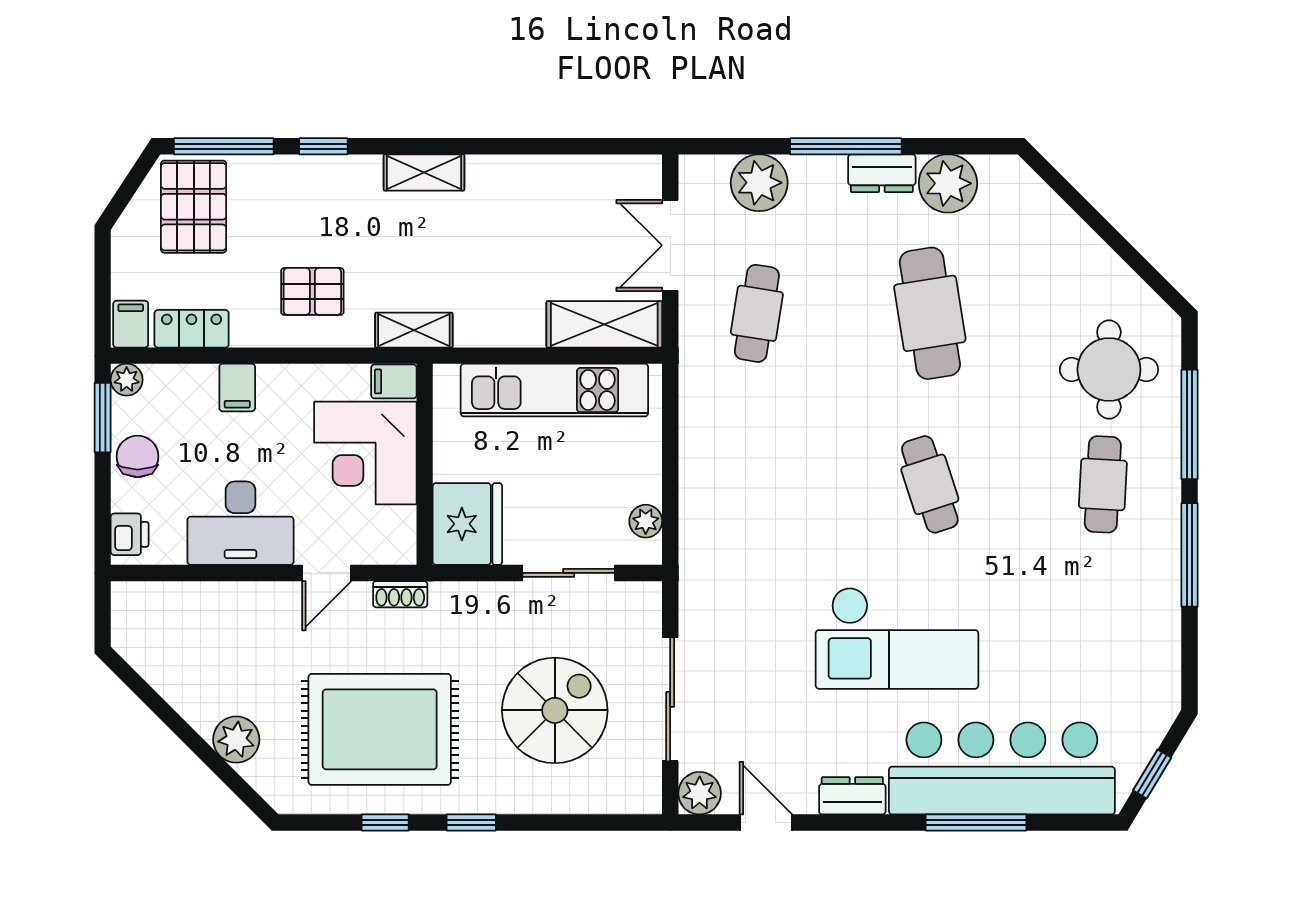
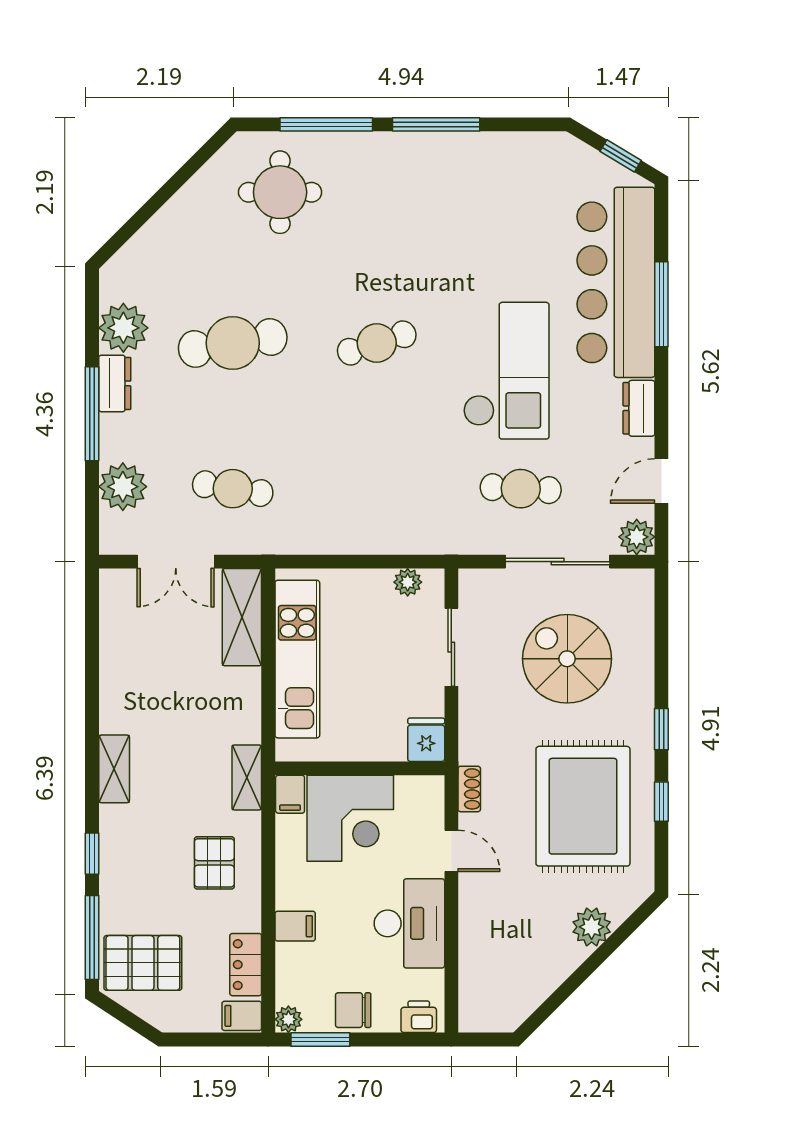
cafe table: (1103, 484) -> (521, 489), moved
fridge: (467, 524) -> (426, 740), width x0.53, depth x0.75

